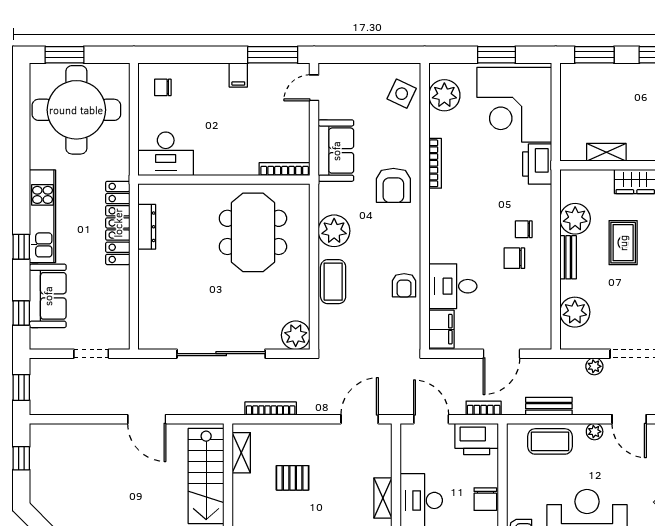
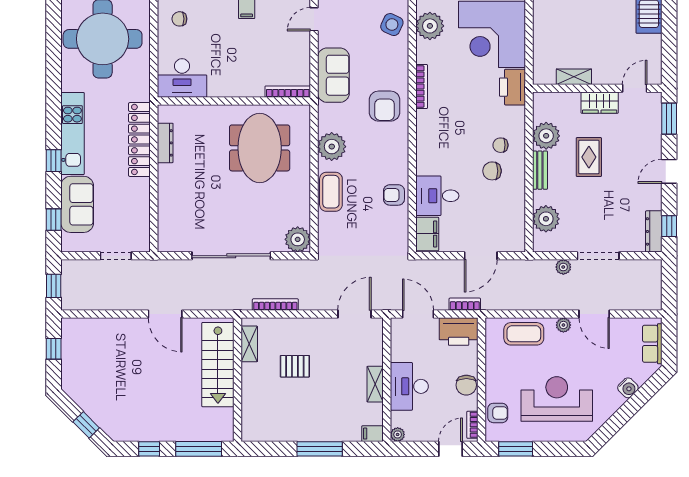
armchair: (404, 285) -> (394, 195), turned 90
bench: (549, 406) -> (523, 303), removed

